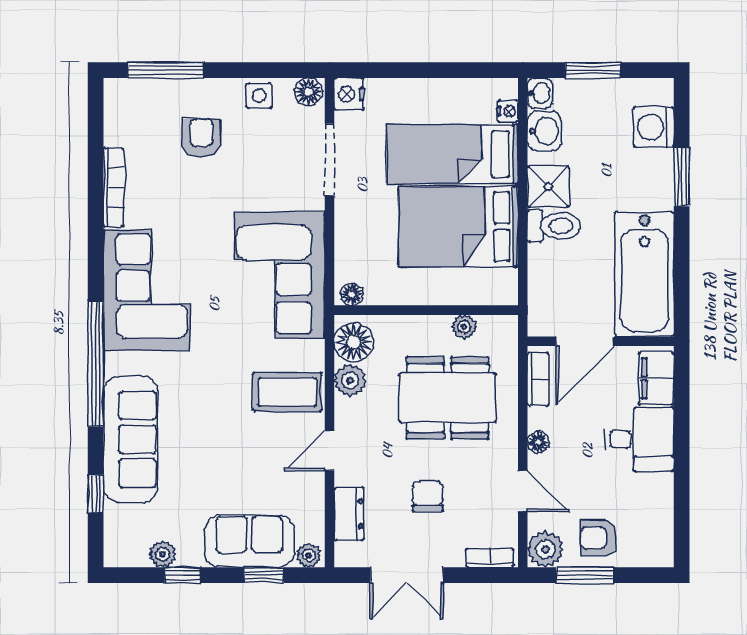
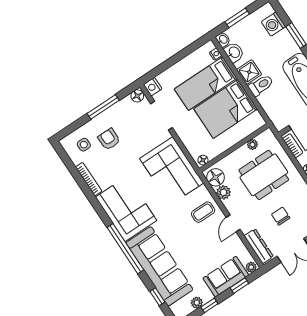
window: (166, 70) -> (103, 107), moved
side table: (259, 96) -> (84, 145), moved
coffee table: (287, 392) -> (203, 212), width x0.73, depth x0.77
sofa: (130, 439) -> (159, 266), width x1.36, depth x1.27
dresser: (349, 514) -> (259, 246), width x1.44

